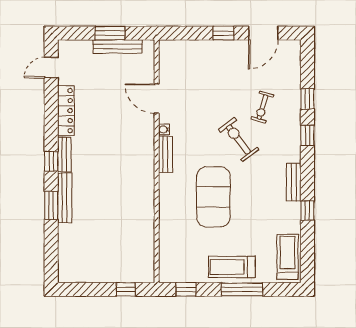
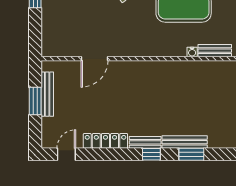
door: (51, 68) -> (66, 154), swing flipped
water cooler: (164, 129) -> (192, 52), moved
bench: (165, 154) -> (215, 51), moved

